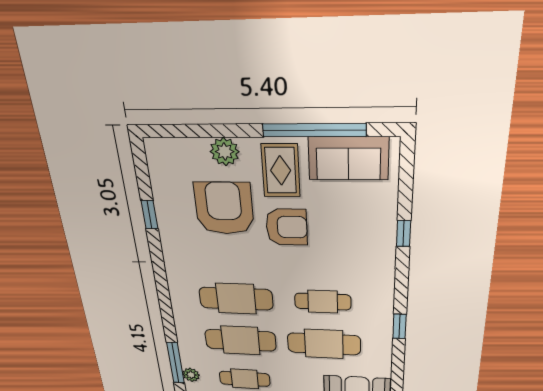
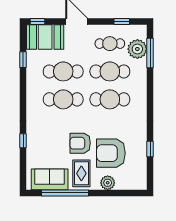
armchair: (224, 208) -> (111, 153), turned 90
cafe table: (323, 302) -> (63, 99), width x1.37, depth x1.35
window: (399, 326) -> (23, 60), moved
plant: (191, 375) -> (137, 49), width x1.88, depth x1.88

